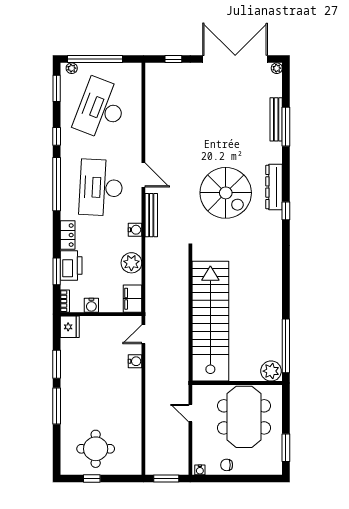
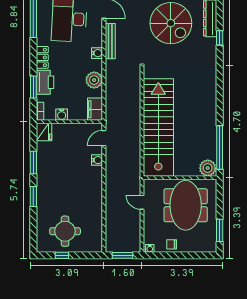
window: (57, 406) -> (33, 196), width x0.69

